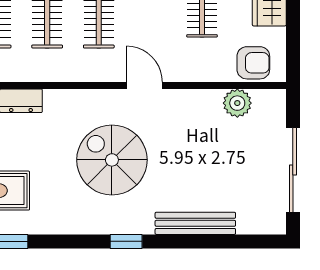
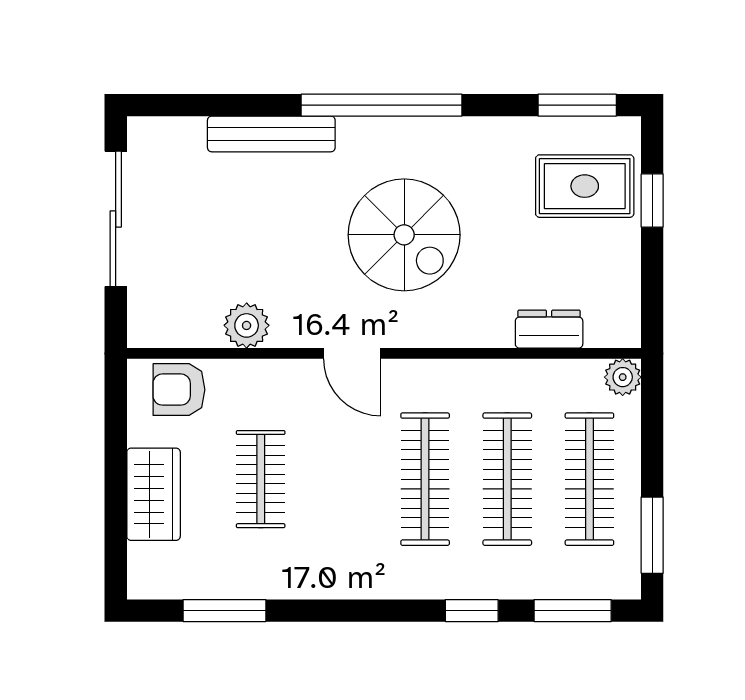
plant: (237, 103) -> (247, 325), moved
window: (126, 241) -> (381, 105), width x3.17

